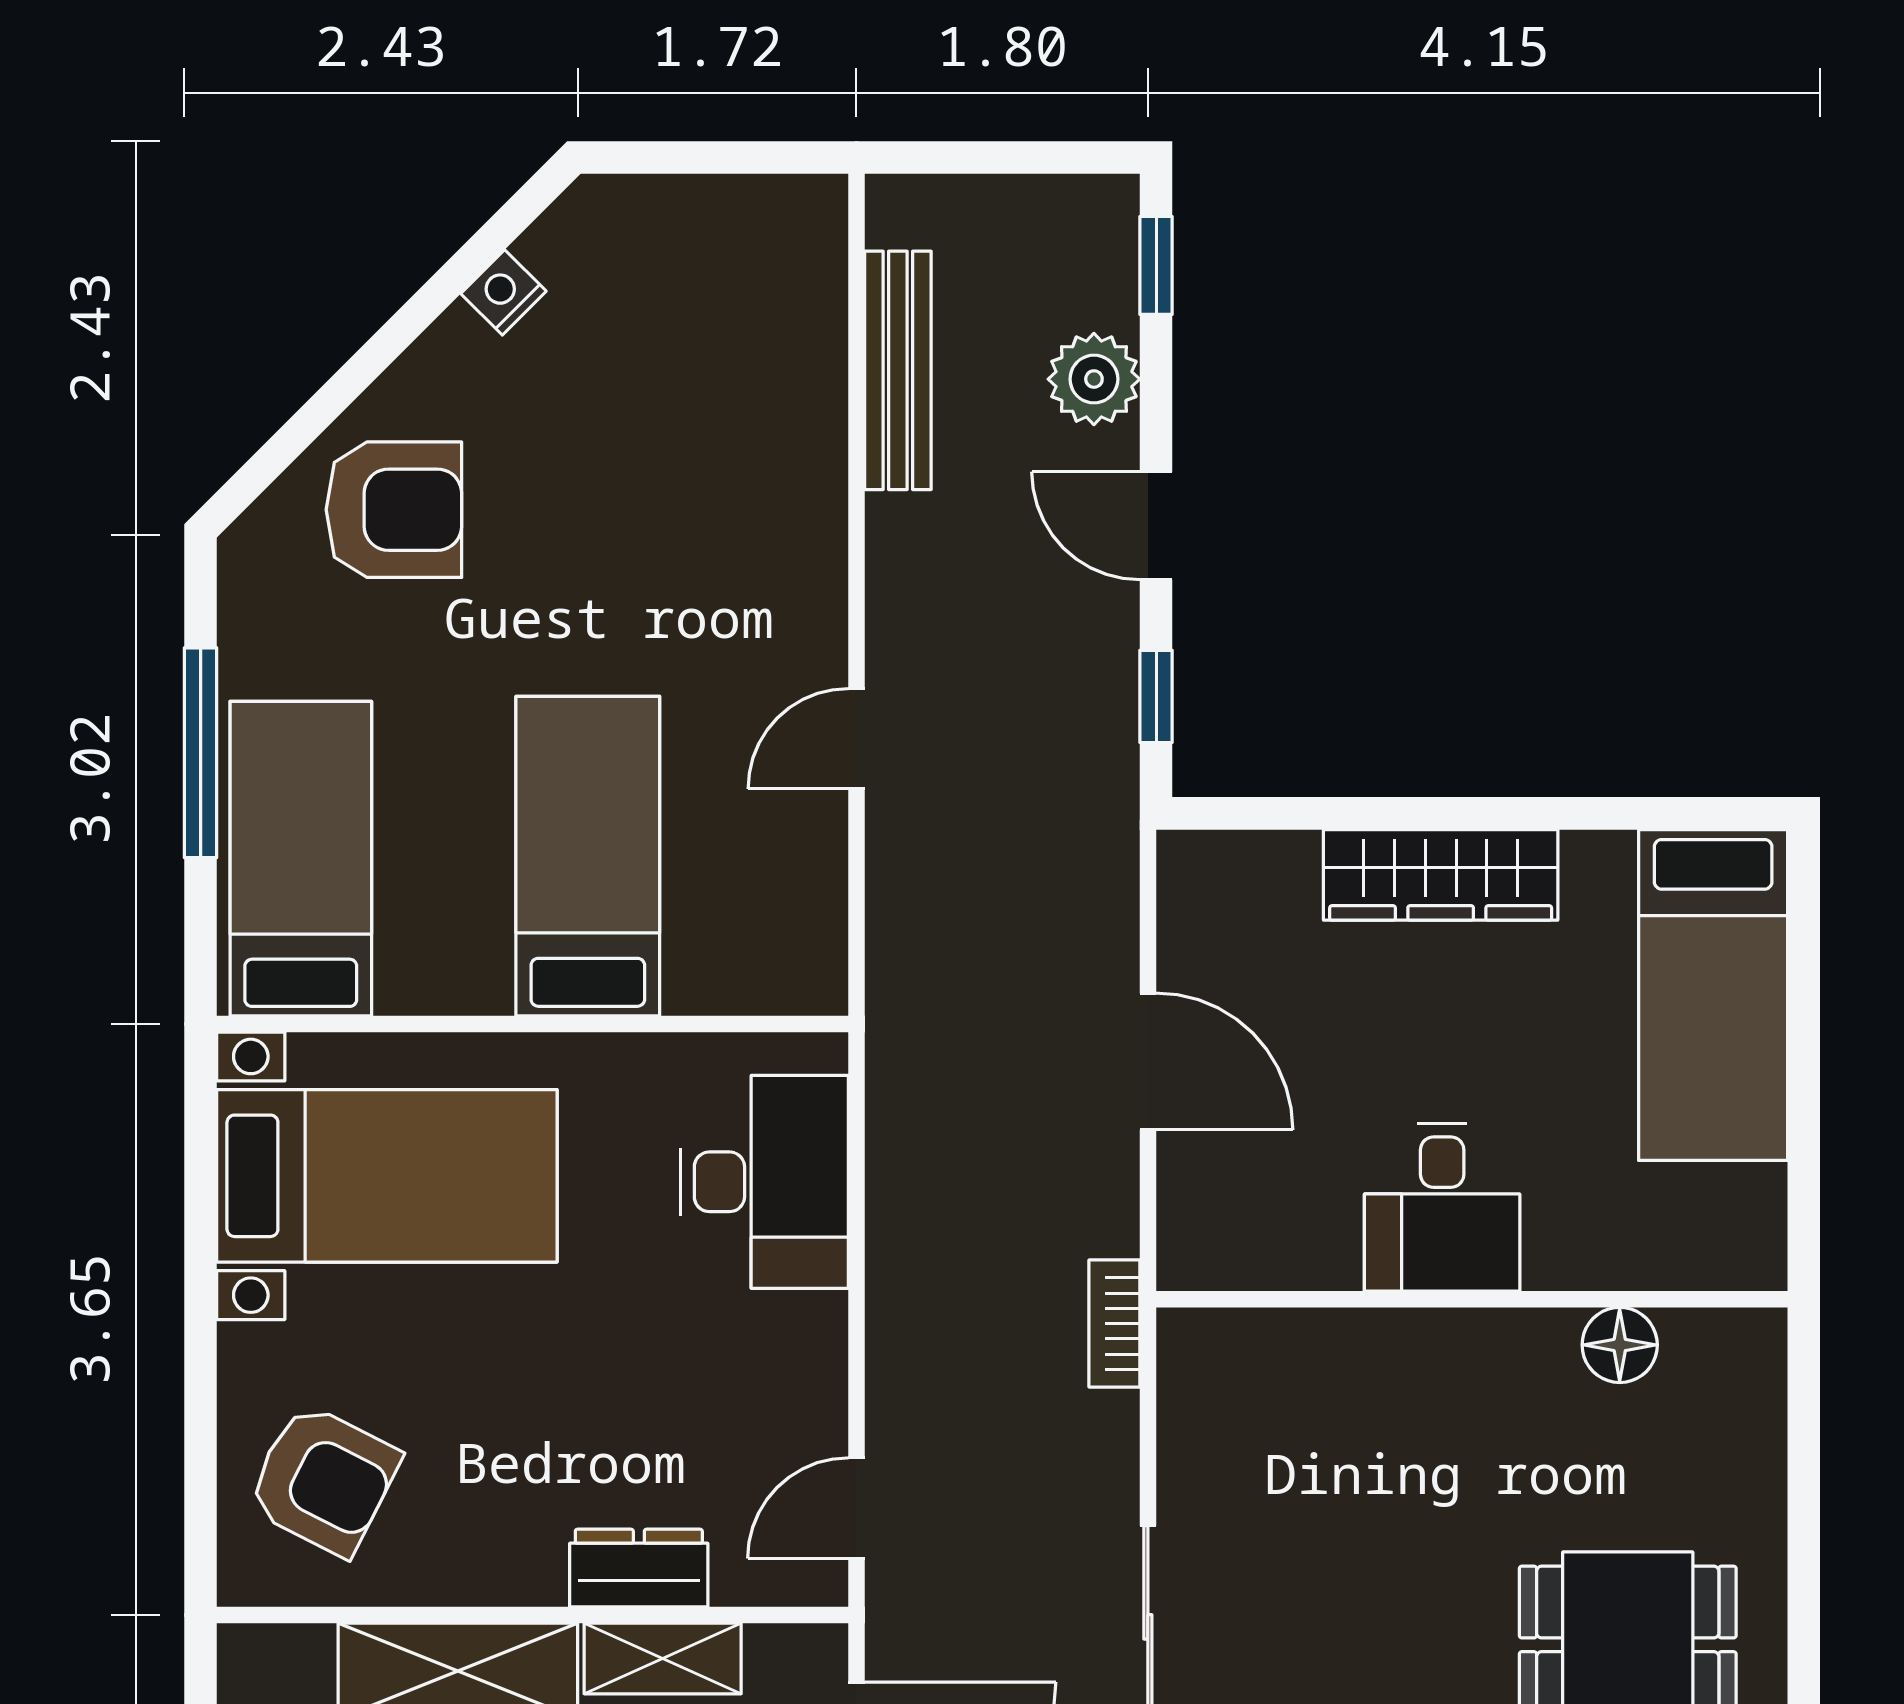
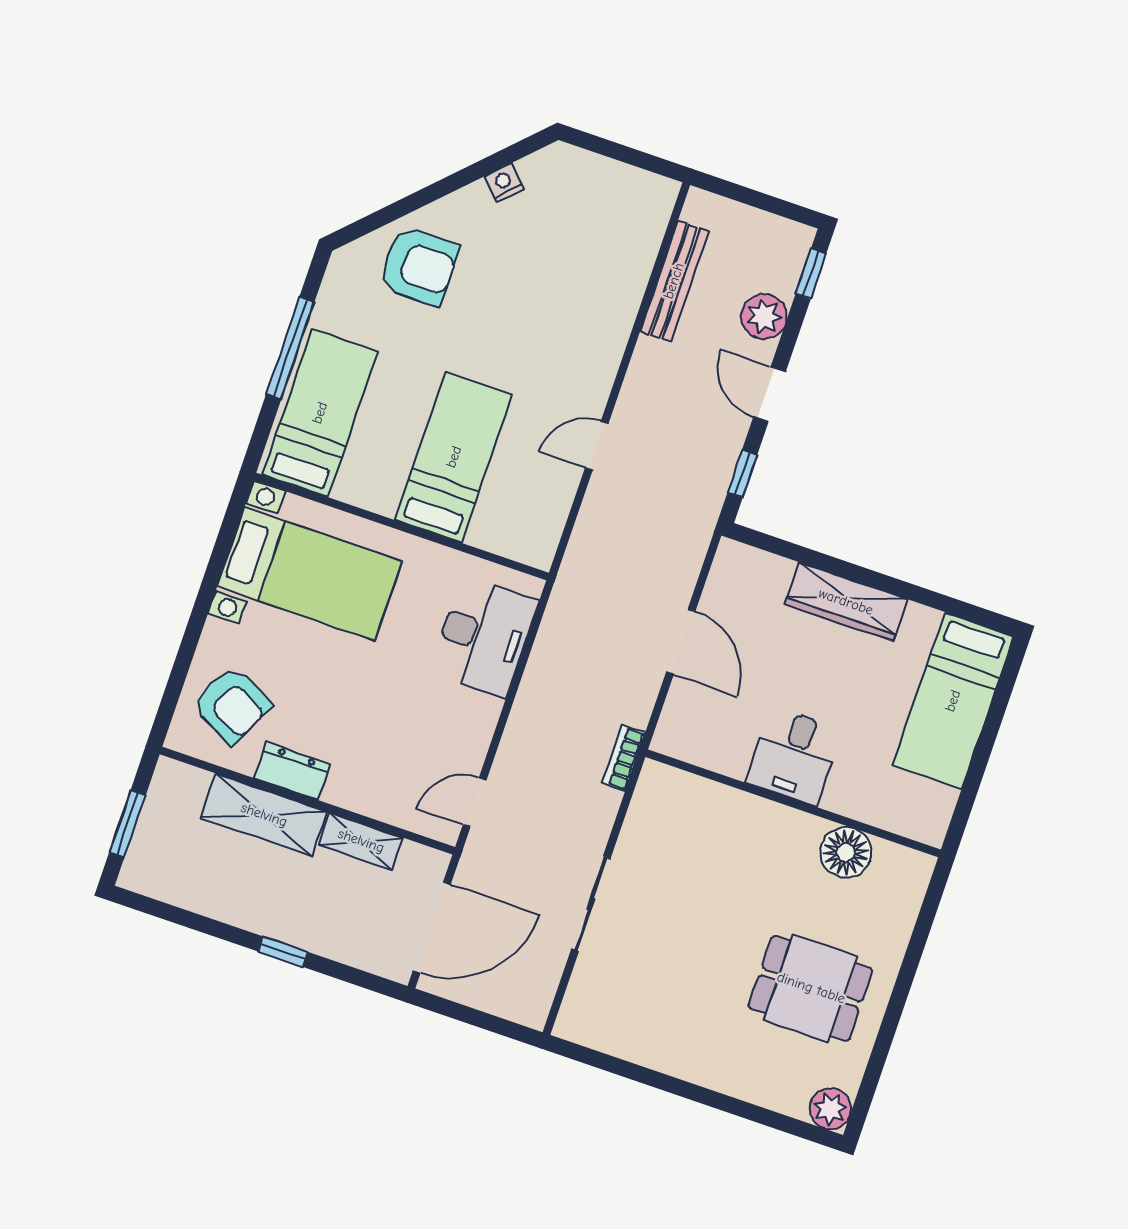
floor lamp: (1620, 1345) -> (846, 852), width x1.38, depth x1.38
dresser: (639, 1568) -> (292, 771), moved

